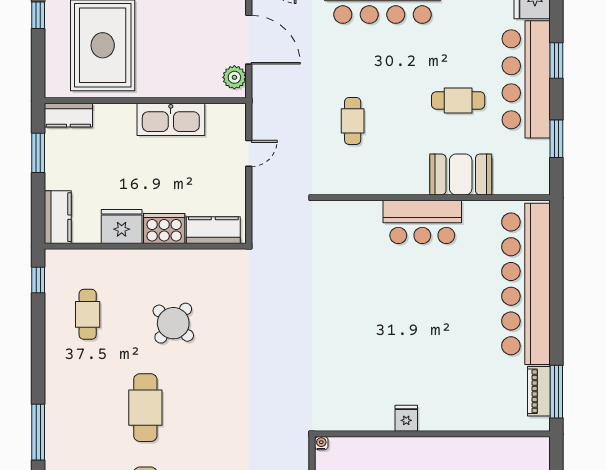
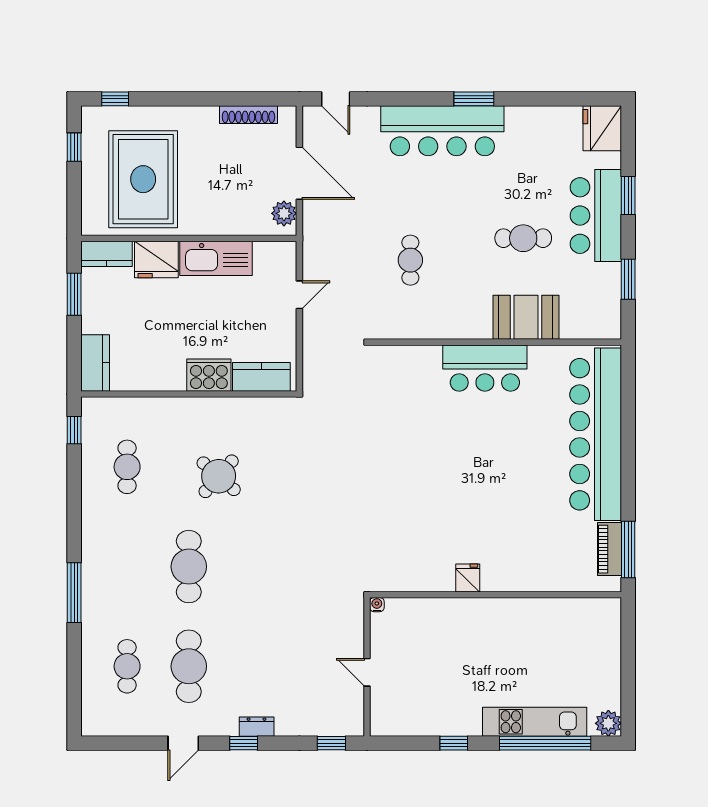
bar counter: (526, 79) -> (596, 216), width x0.73
fridge: (122, 226) -> (156, 259), moved, turned 180

